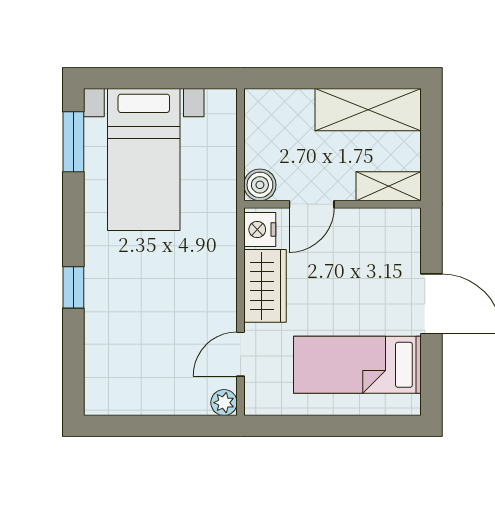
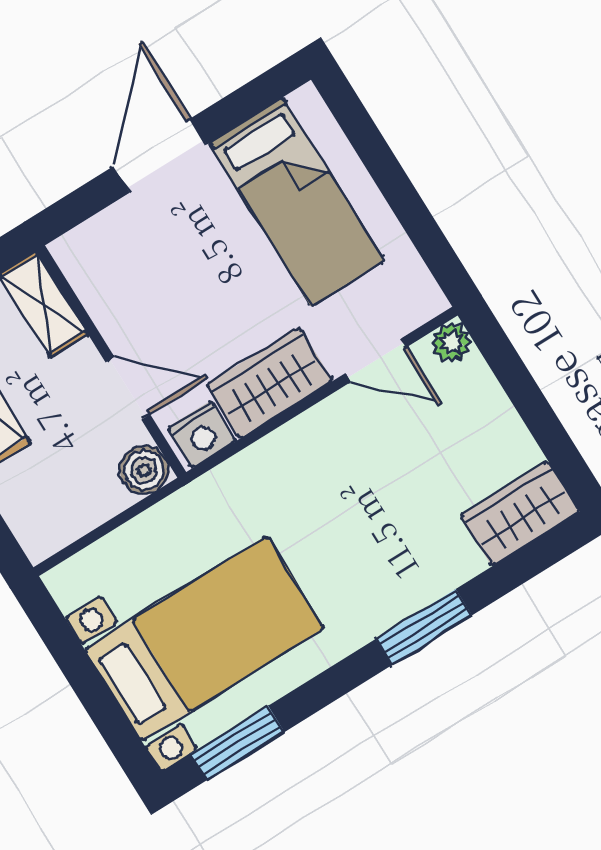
window: (73, 287) -> (424, 627), width x1.50
wardrobe: (104, 381) -> (520, 514), added

